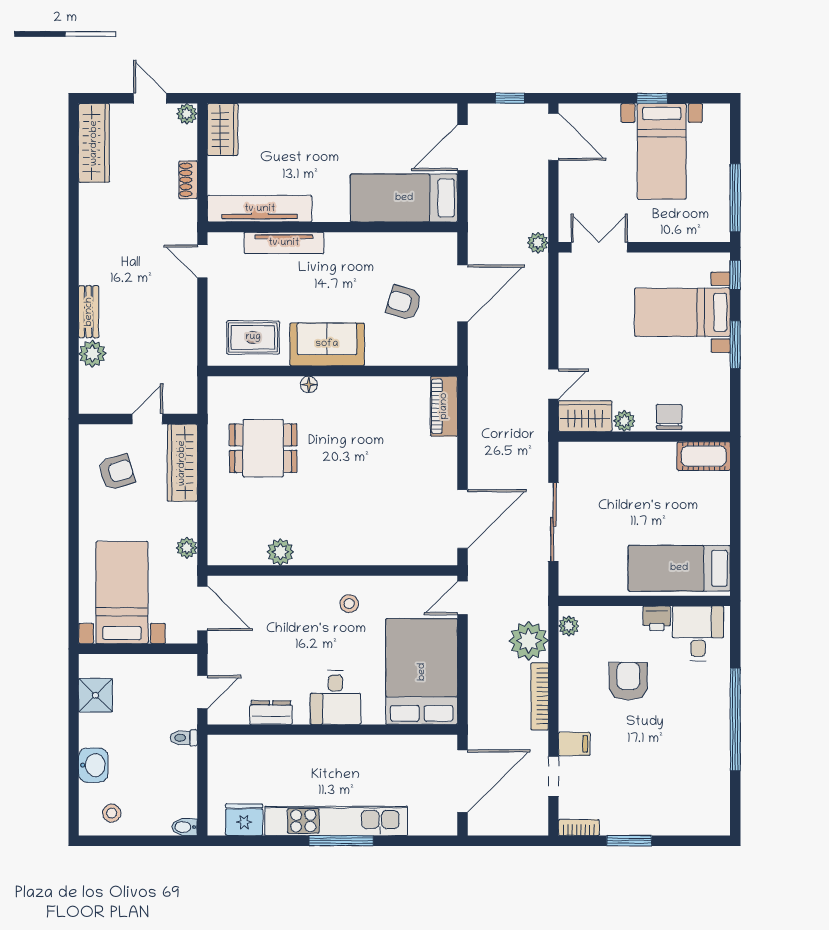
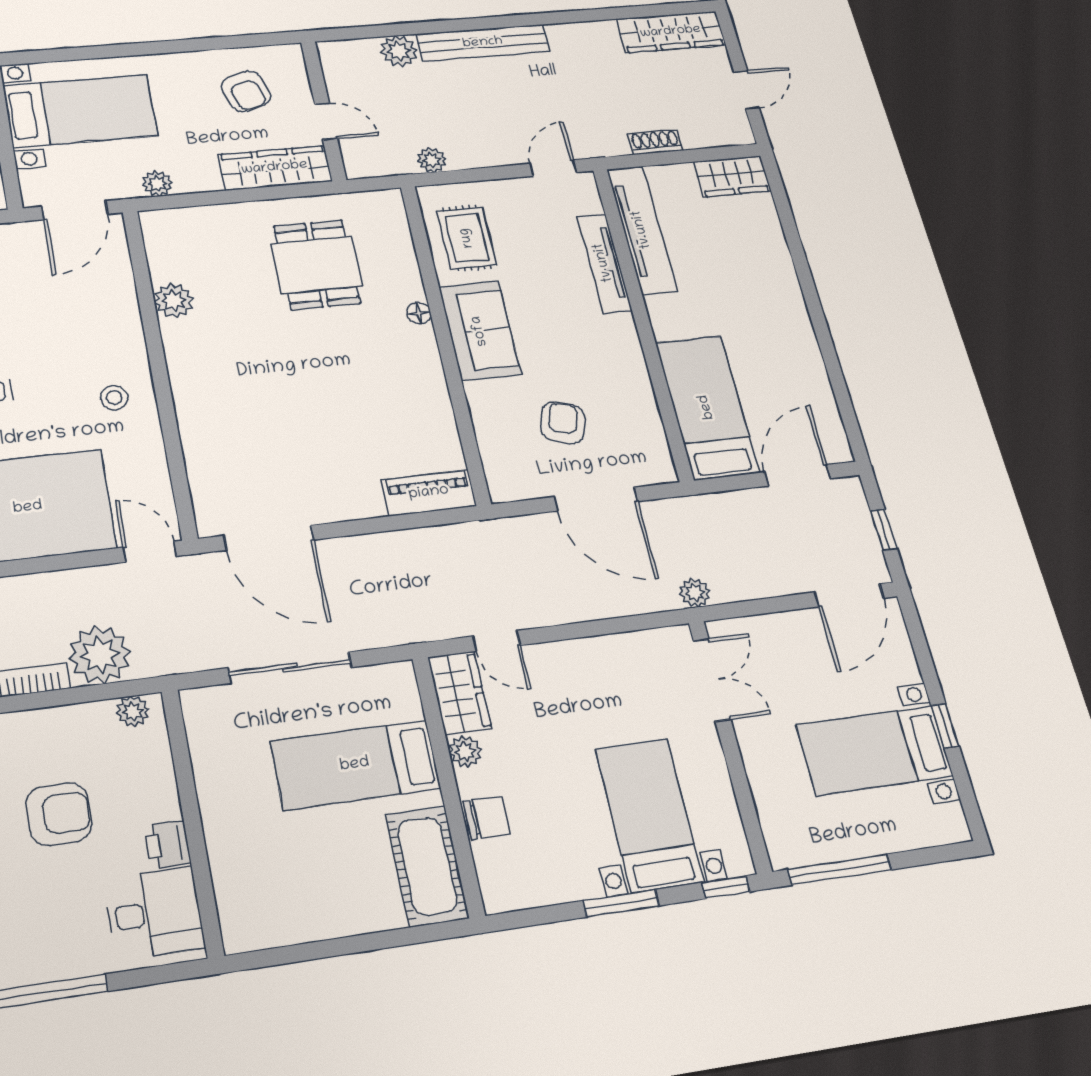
plant: (187, 114) -> (432, 160), moved
door: (463, 148) -> (798, 475), hinge flipped
bench: (89, 312) -> (483, 43), width x1.86, depth x1.21
cot: (704, 456) -> (427, 866), width x1.37, depth x1.34
bed: (679, 568) -> (355, 765), moved, turned -90

